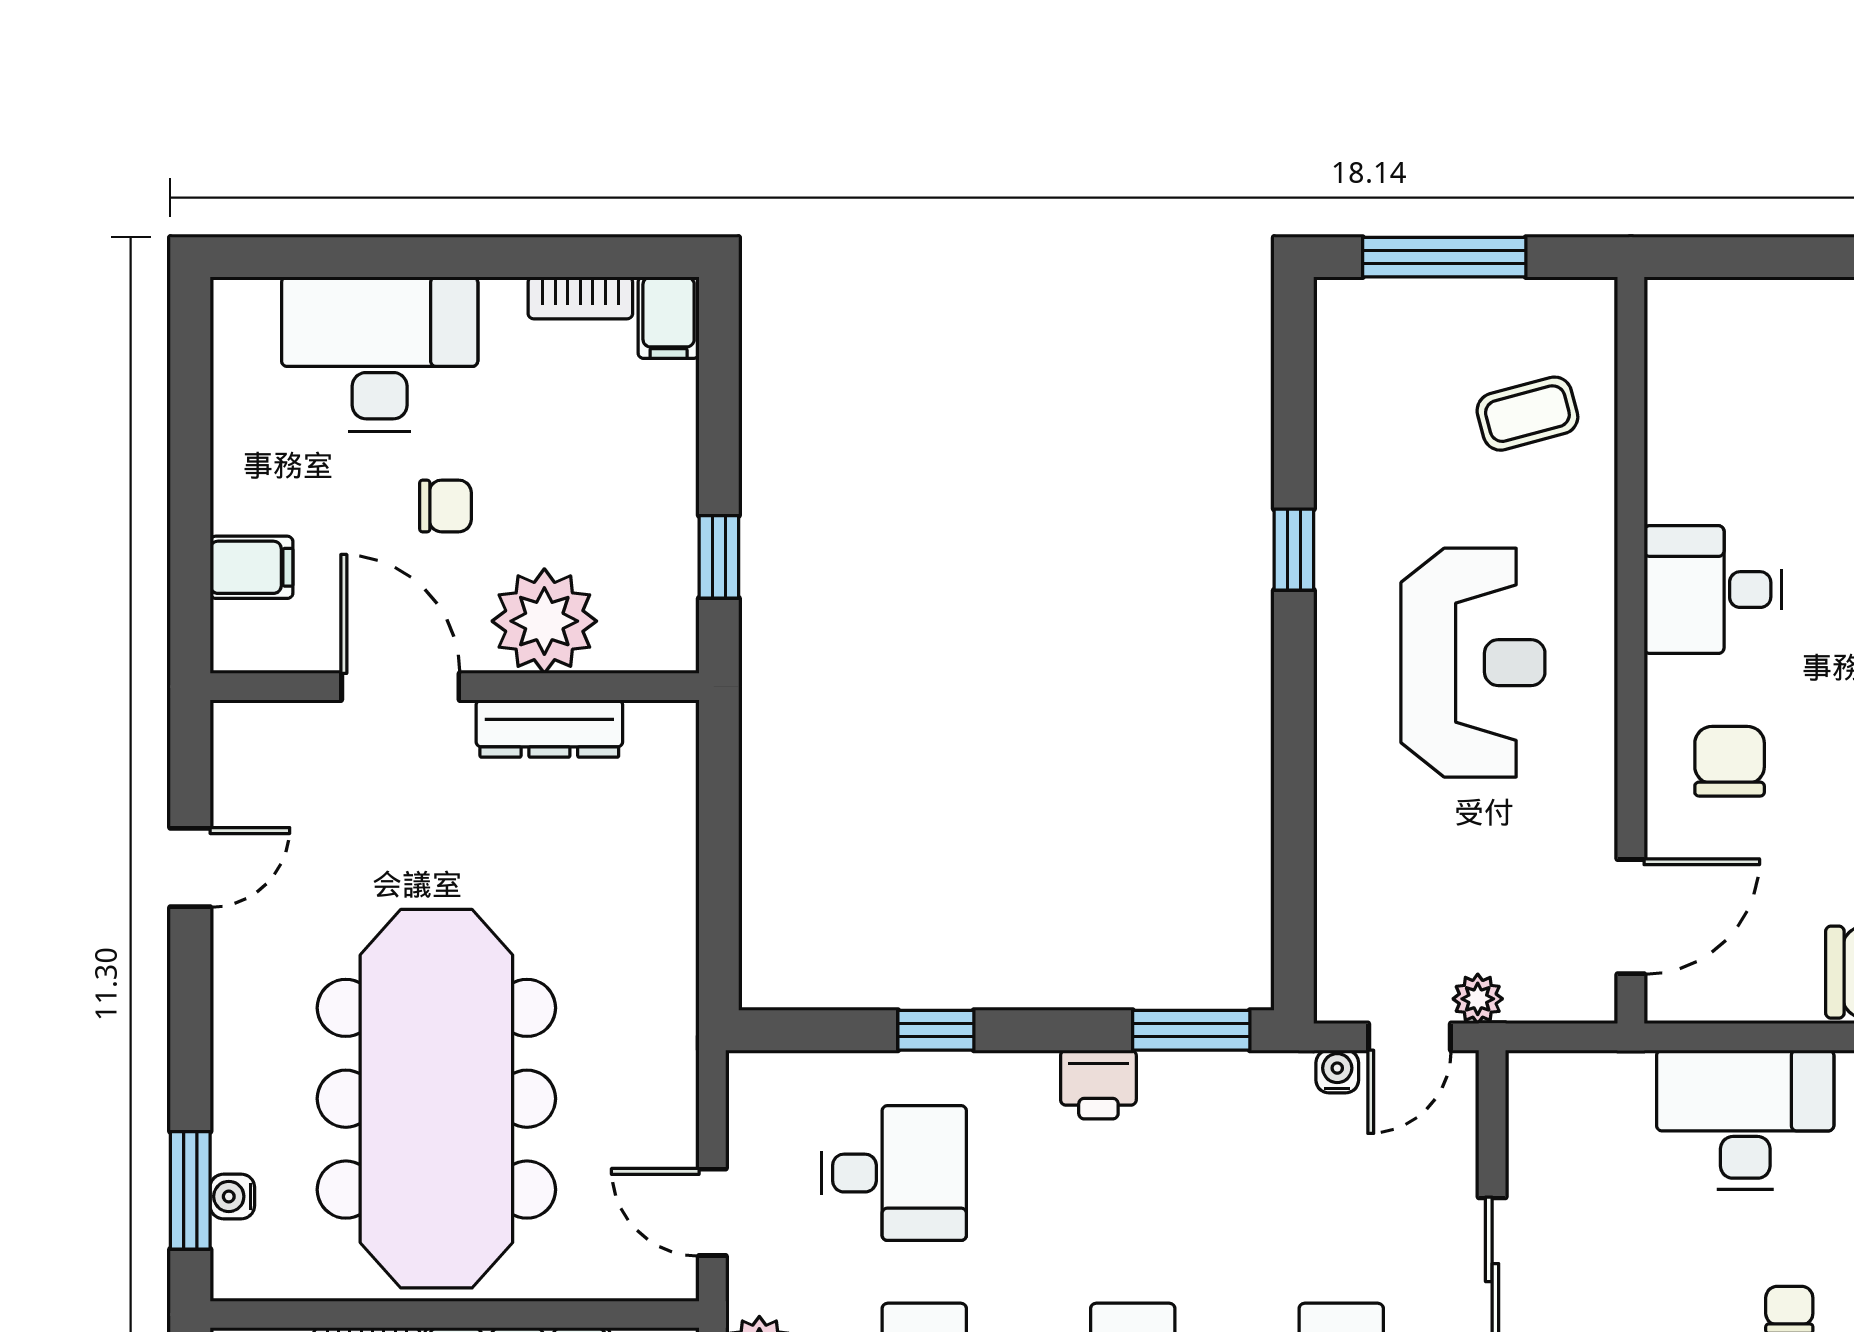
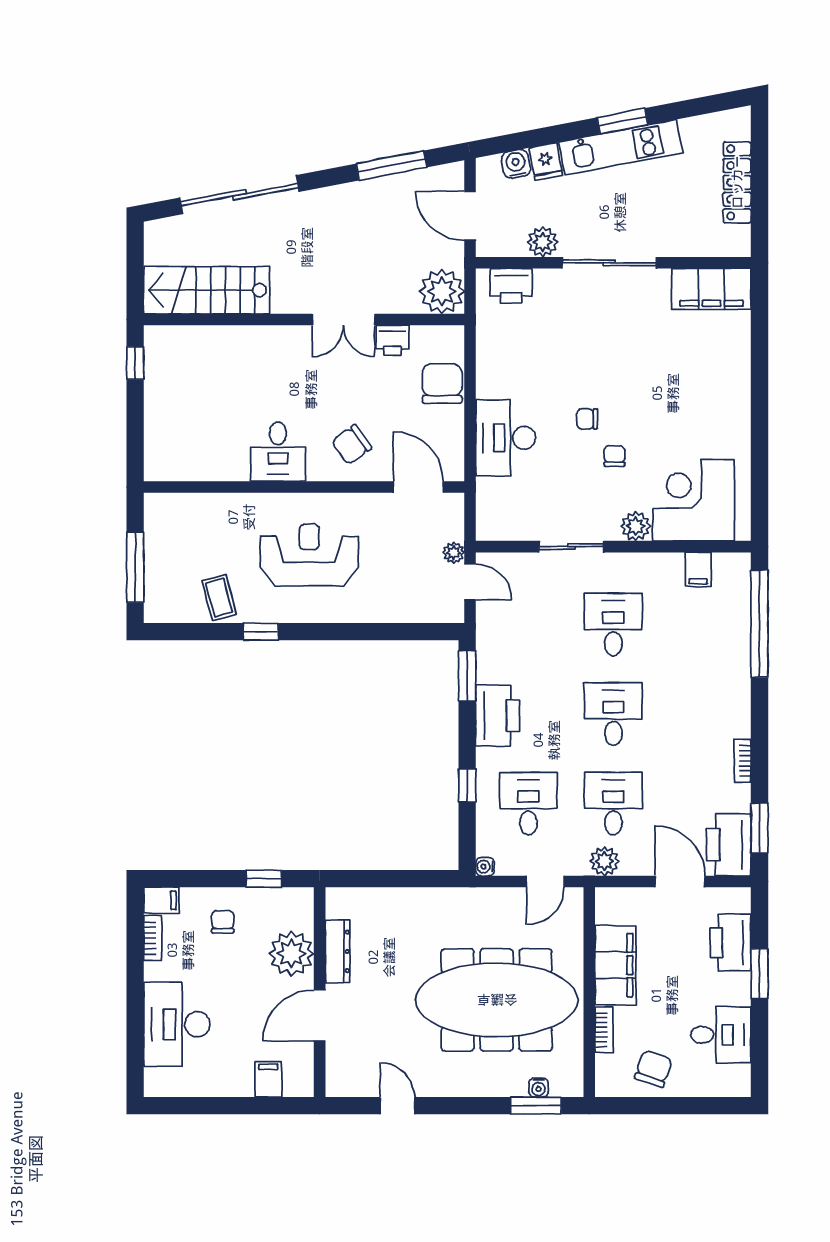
coffee table: (1527, 414) -> (219, 598), moved
chair: (445, 506) -> (223, 922), moved
chair: (1730, 761) -> (352, 445), turned -35
water cooler: (1337, 1071) -> (485, 867), moved
printer: (1098, 1085) -> (498, 716), width x1.87, depth x1.48

